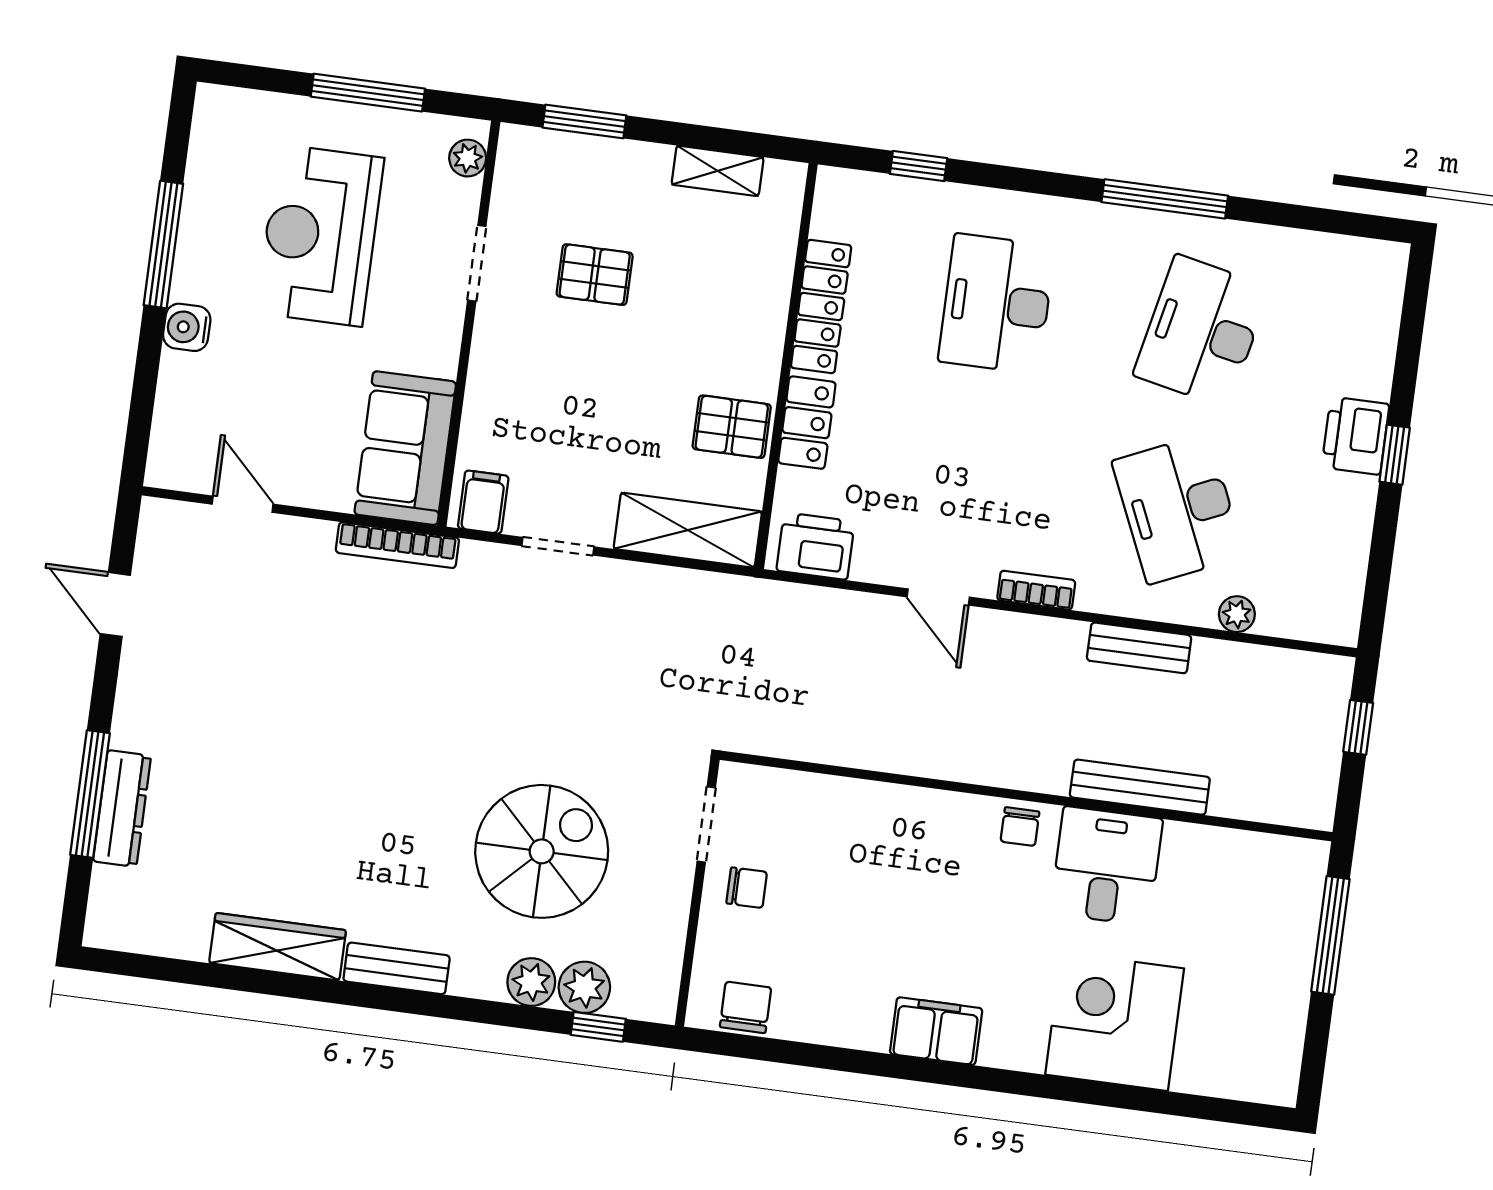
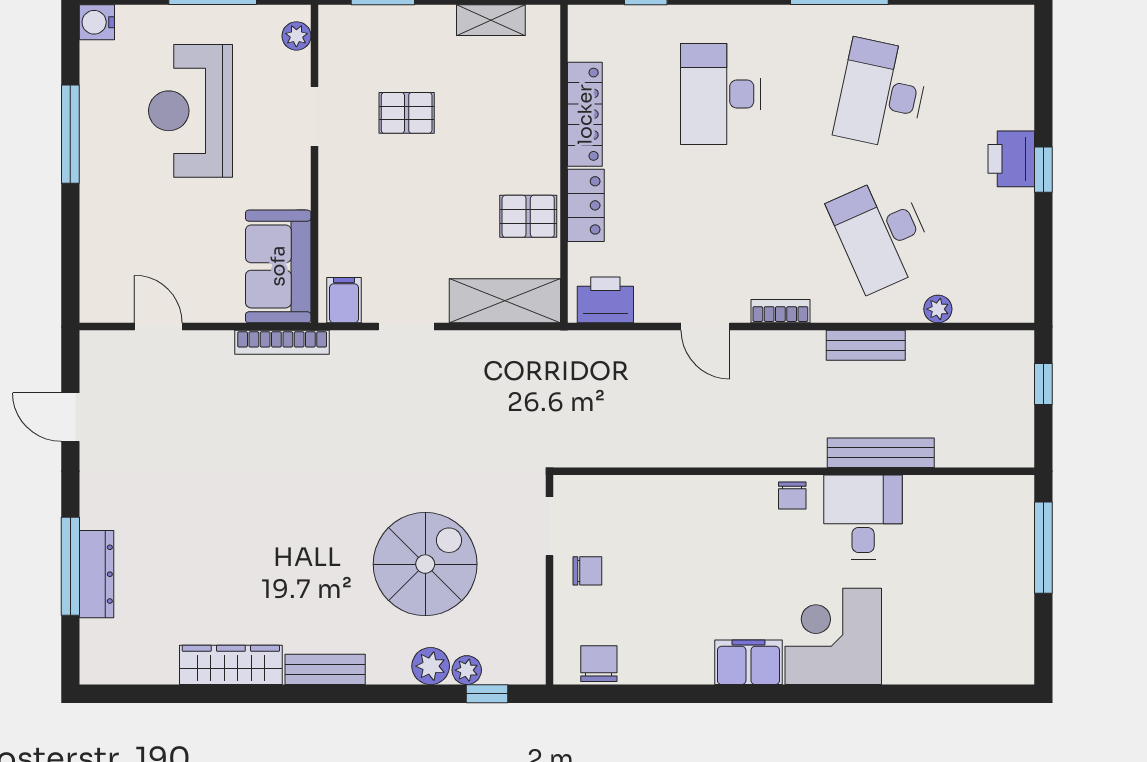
water cooler: (187, 327) -> (97, 22), moved
plant: (584, 987) -> (467, 670), width x0.73, depth x0.73
corner desk: (1115, 1022) -> (833, 636), moved

